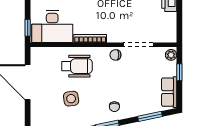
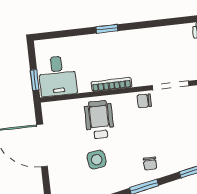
desk: (52, 27) -> (57, 76), width x0.73
wheelchair: (77, 66) -> (99, 120), turned -90

